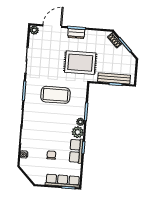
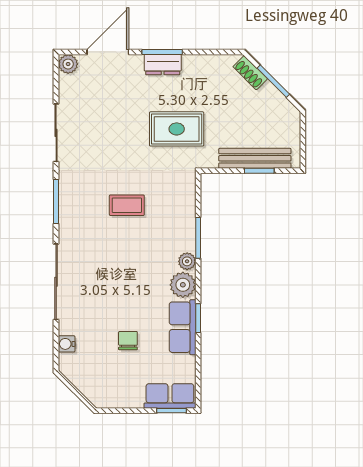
rug: (80, 63) -> (177, 129), width x0.73, depth x0.70
coffee table: (55, 95) -> (127, 205), width x0.54, depth x0.58
row of seats: (63, 181) -> (170, 396), width x0.68

